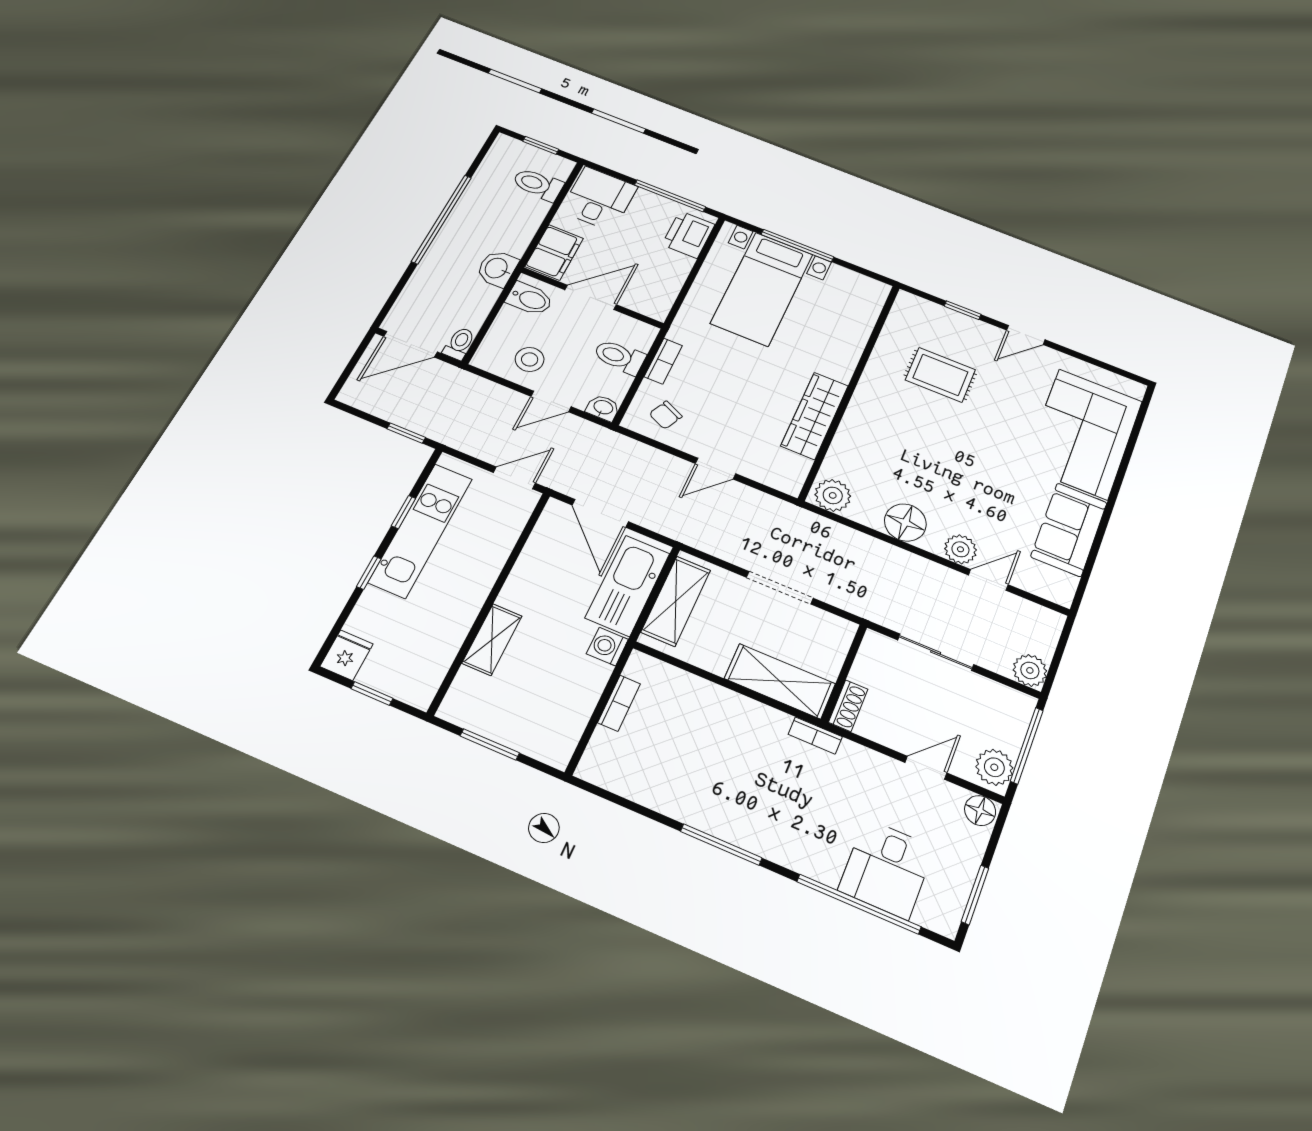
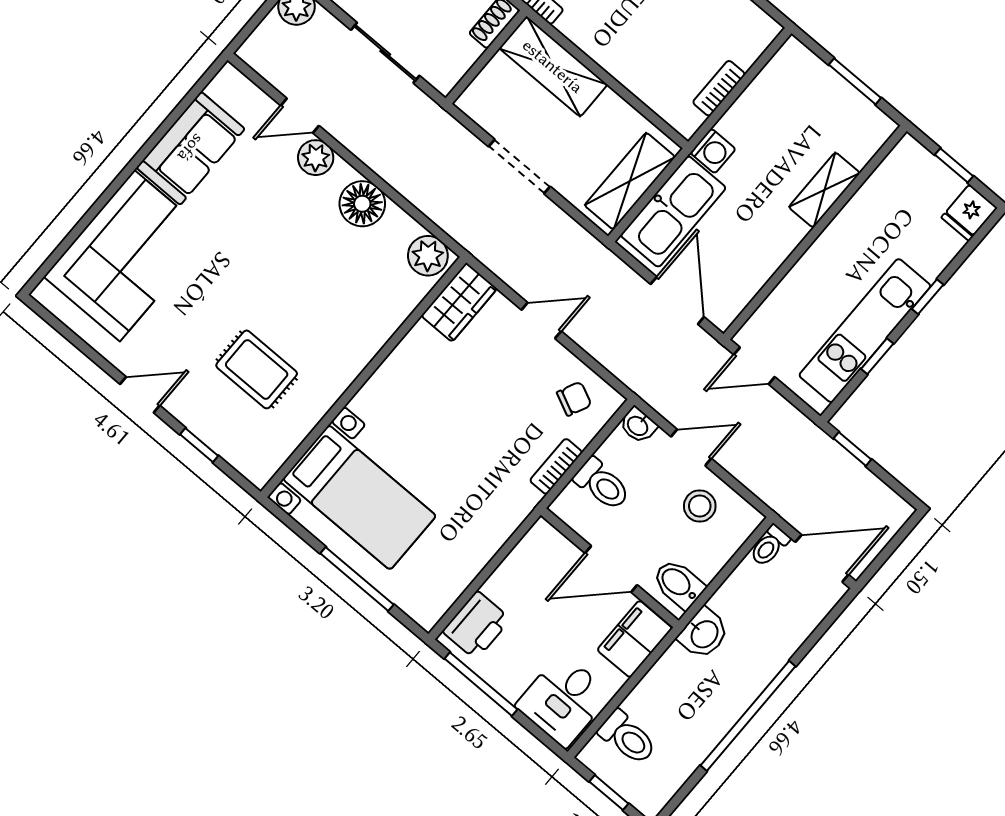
bed with nightstands: (762, 289) -> (359, 497), moved, turned 90
wardrobe: (815, 416) -> (459, 302), moved, width x0.67

